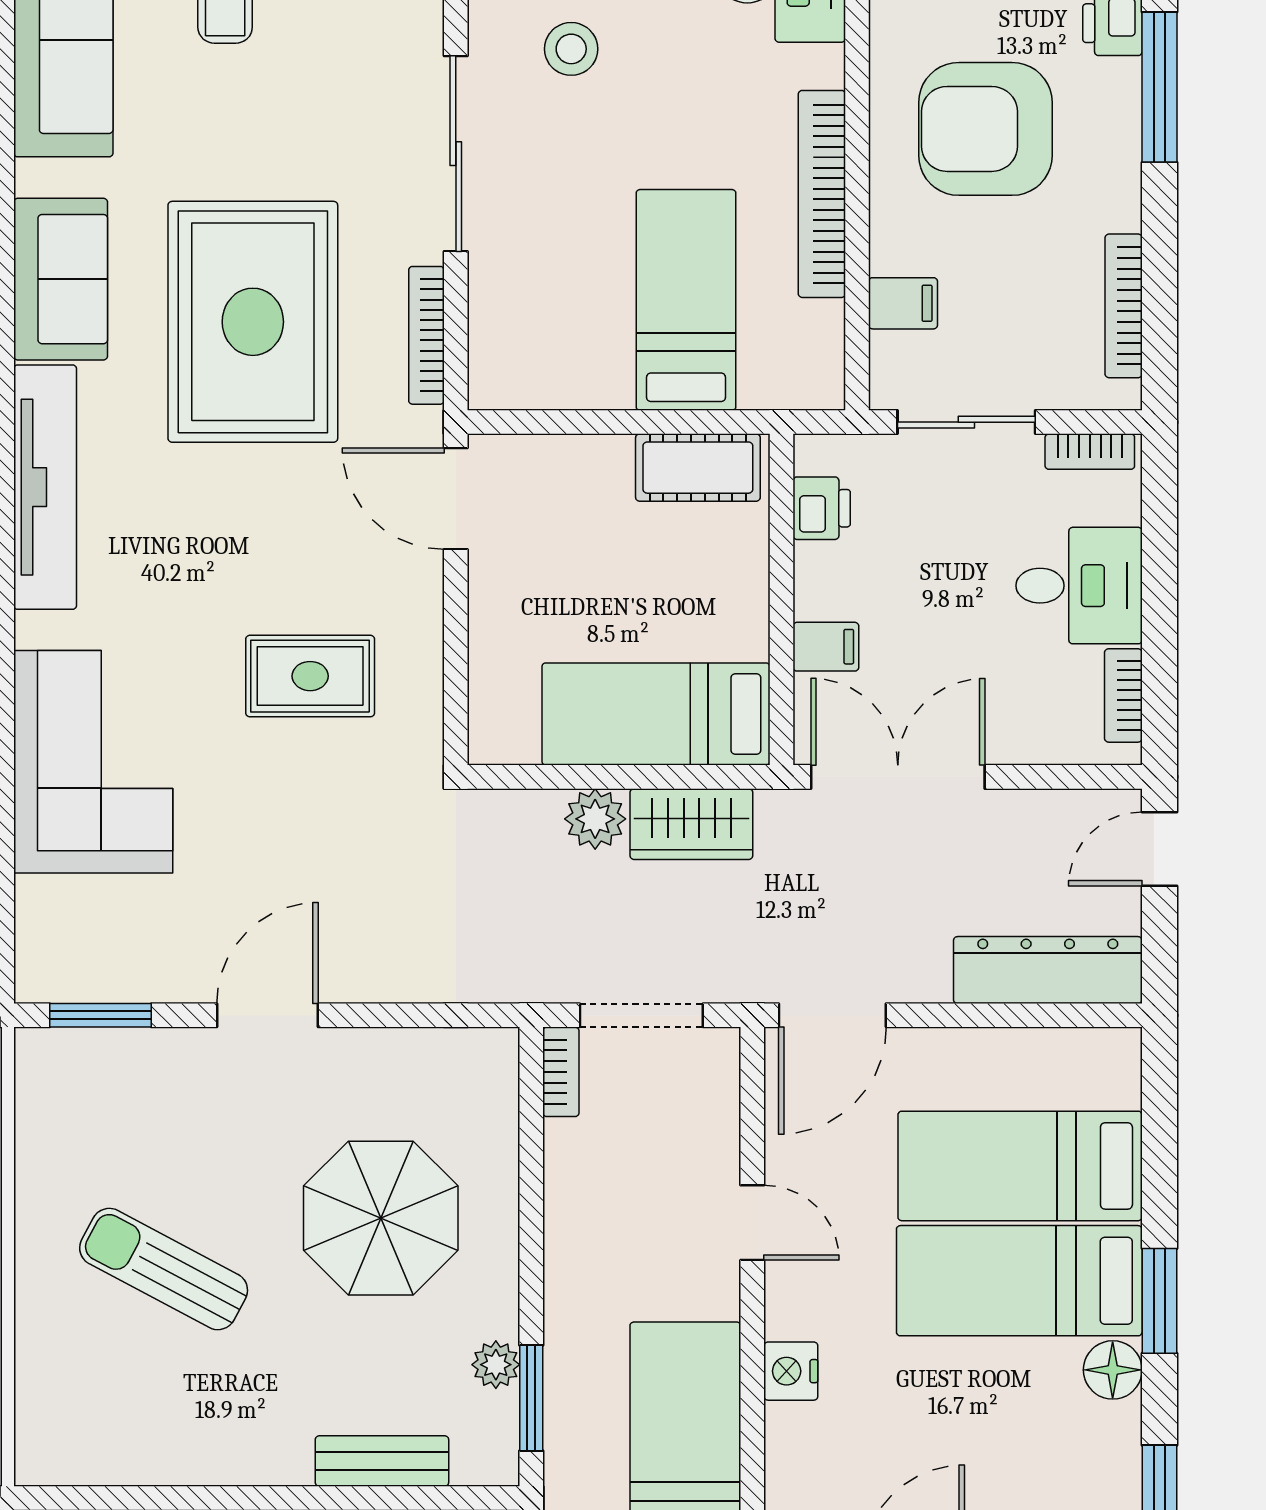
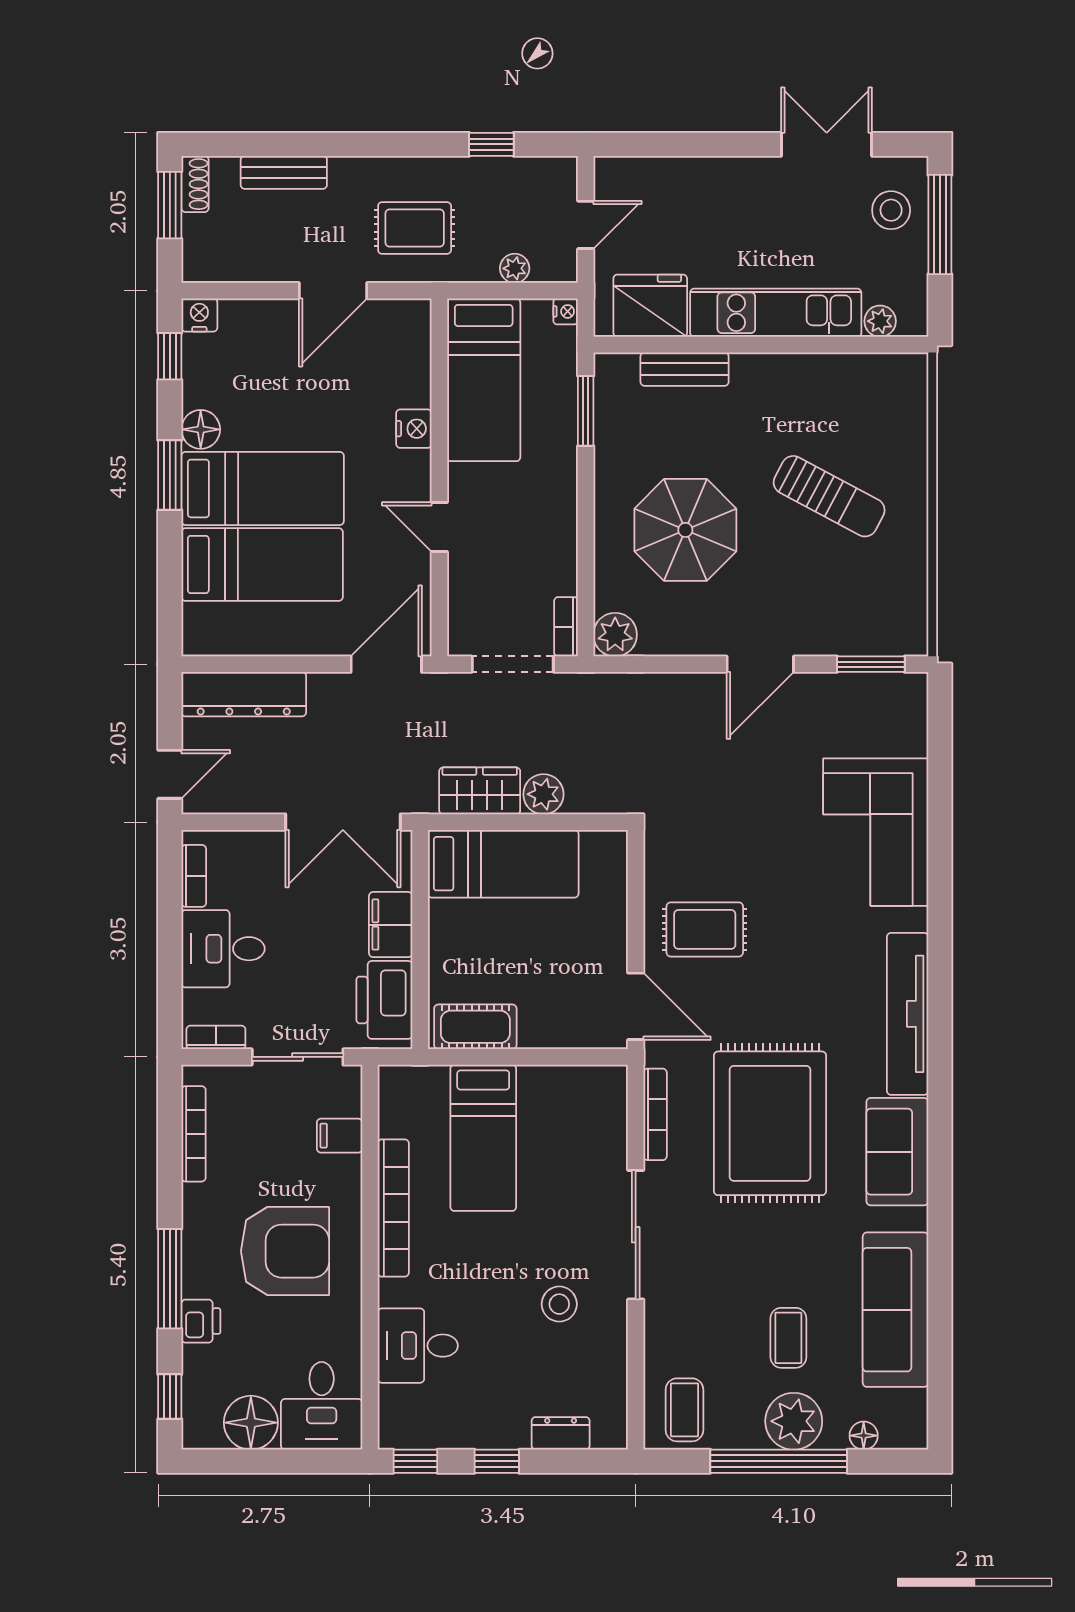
printer: (822, 508) -> (384, 1000), width x1.87, depth x1.48
filing cabinet: (826, 647) -> (391, 925), width x2.00
rug: (310, 676) -> (705, 929), moved
plant: (496, 1365) -> (615, 635), moved, width x1.38, depth x1.38

